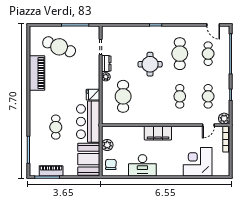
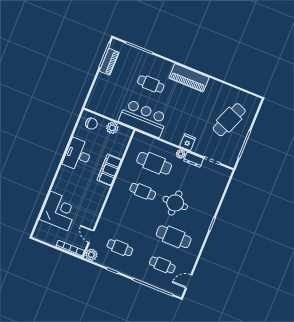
piano: (37, 73) -> (189, 78), moved
fridge: (93, 95) -> (188, 142), moved
cafe table: (180, 96) -> (143, 191), moved
filing cabinet: (158, 133) -> (109, 170), moved
booth: (89, 159) -> (106, 104), removed

